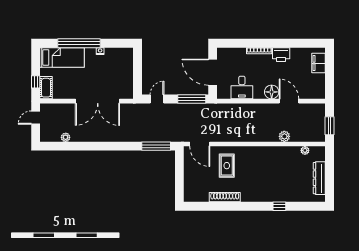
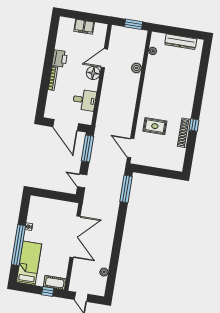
filing cabinet: (319, 63) -> (84, 27), moved
door: (213, 72) -> (66, 125), hinge flipped
door: (200, 144) -> (131, 148), swing flipped
window: (279, 206) -> (194, 125), moved

